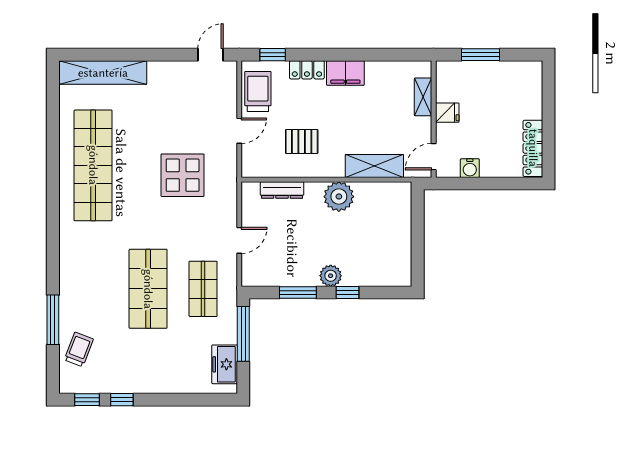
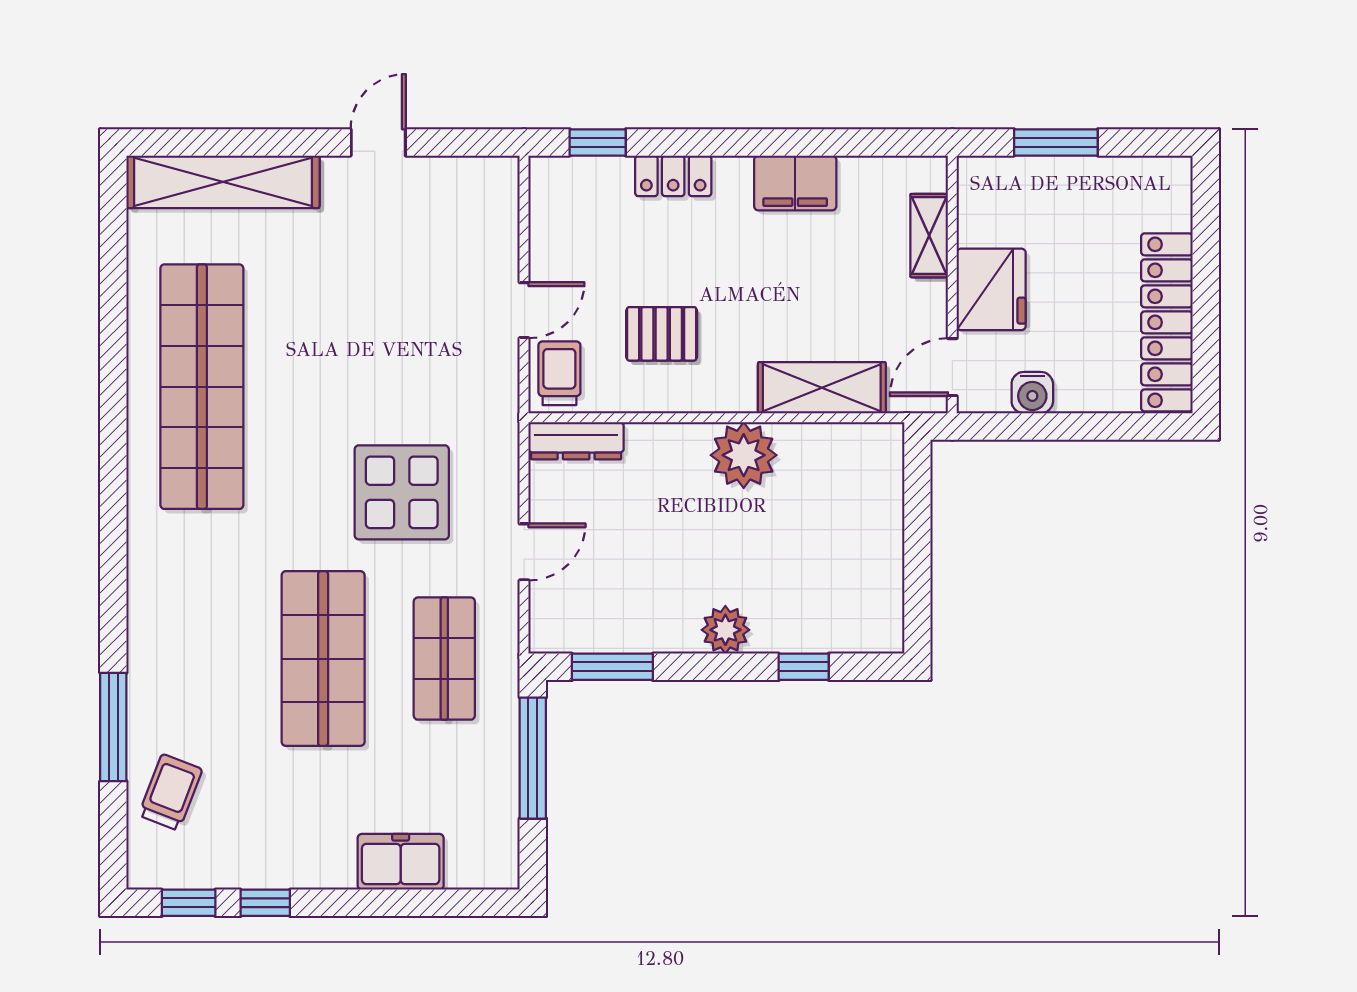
door: (210, 55) -> (378, 142), moved
filing cabinet: (345, 73) -> (795, 183), moved
trolley: (258, 91) -> (559, 373), moved, width x0.73, depth x0.72
fridge: (447, 113) -> (991, 289), width x1.88, depth x1.34
locker: (533, 148) -> (1167, 322), width x1.41, depth x1.21
display table: (183, 175) -> (402, 492), moved
dresser: (282, 190) -> (576, 441), moved
window: (298, 293) -> (612, 667), moved
window: (347, 293) -> (804, 667), moved
freezer: (225, 364) -> (401, 862), moved, turned 90

